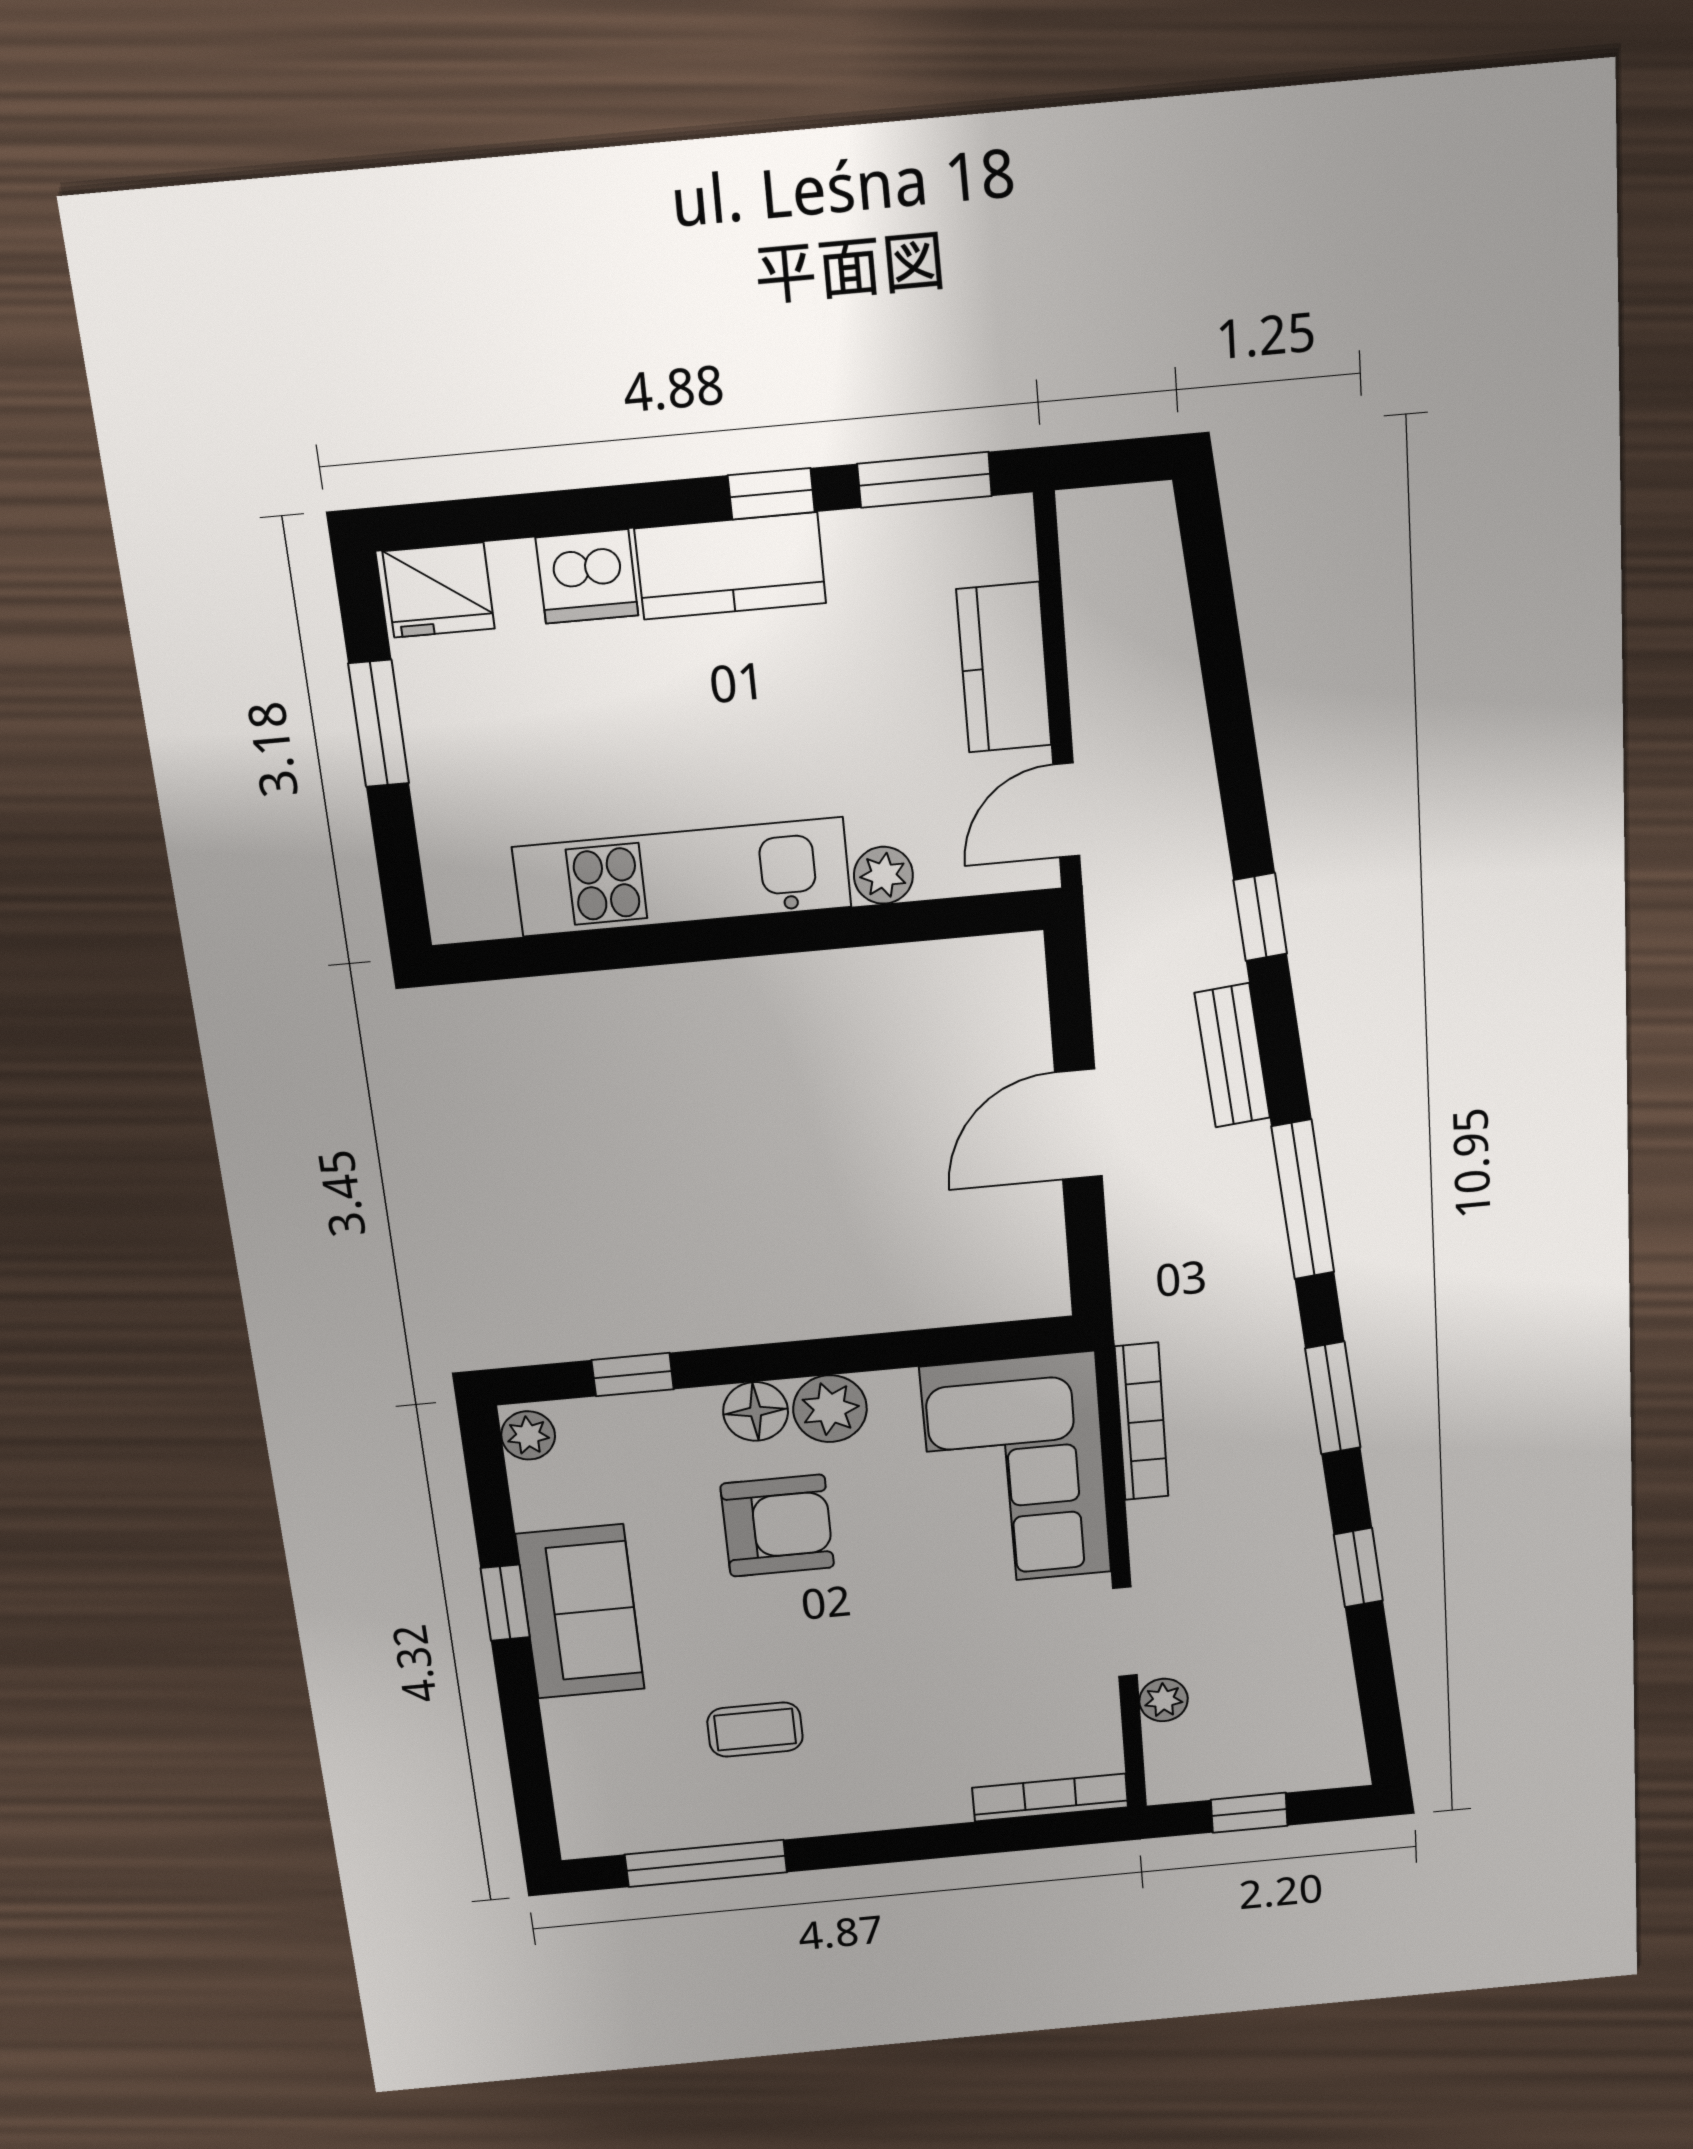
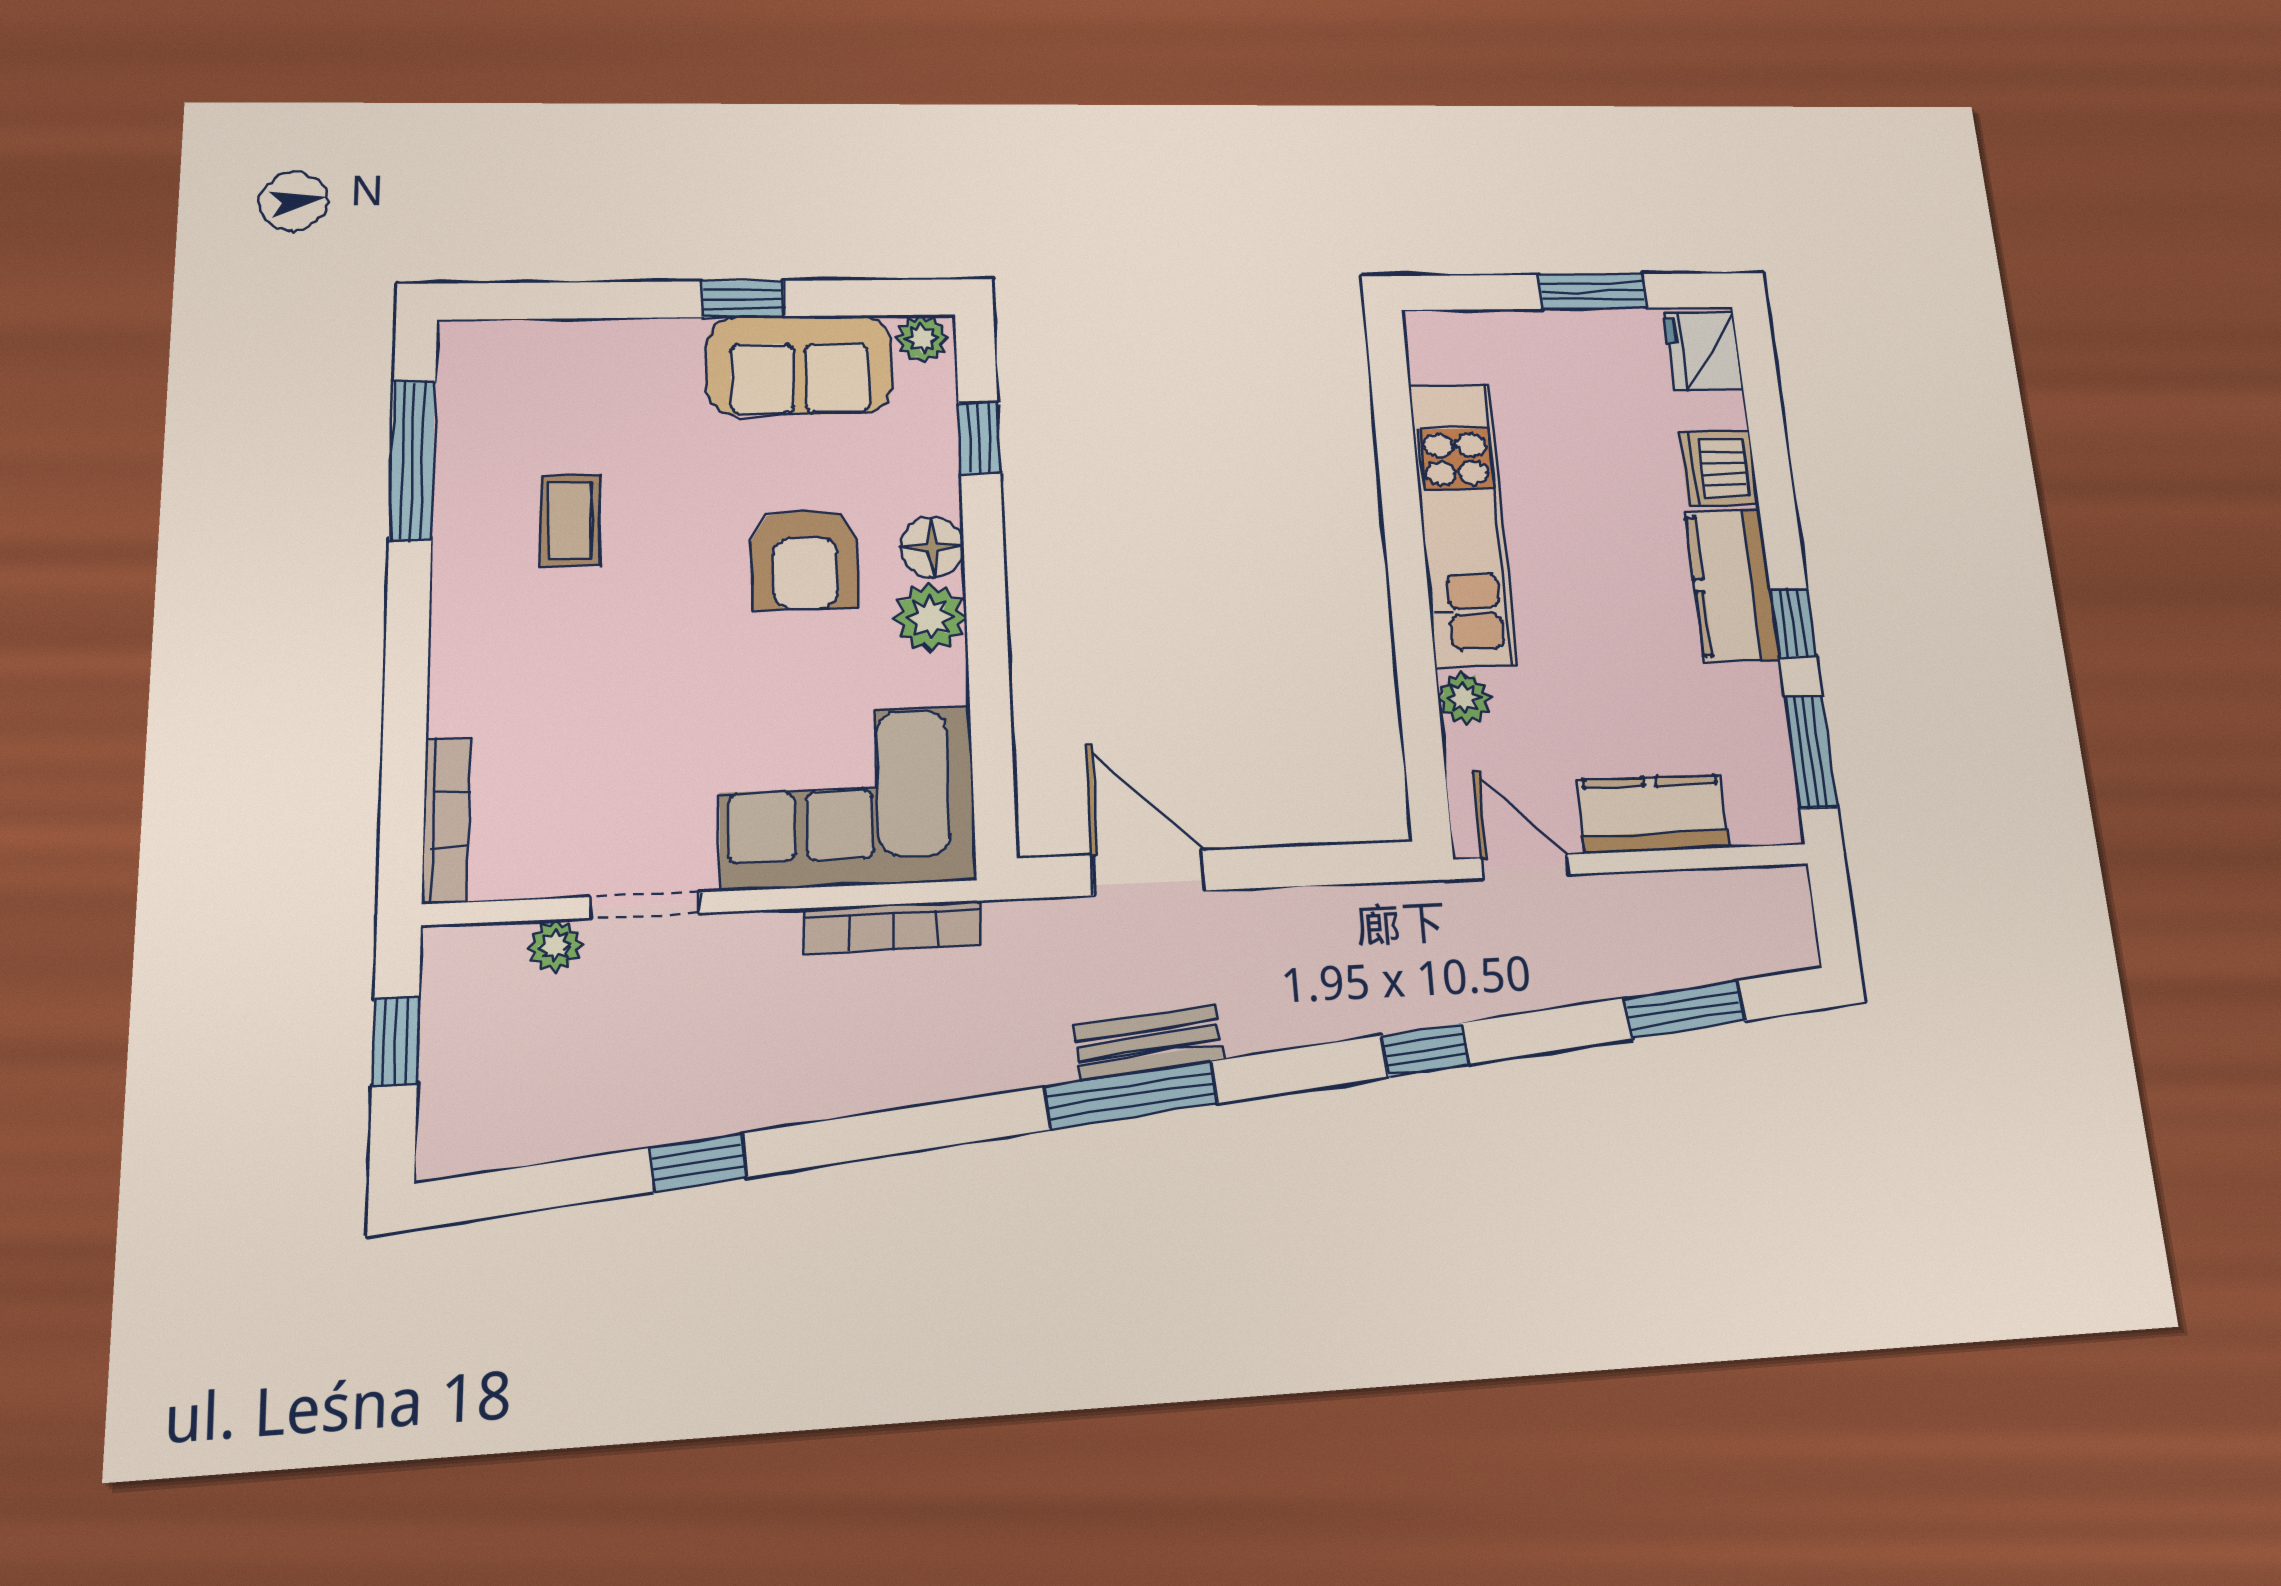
bench: (1232, 1056) -> (1149, 1043), moved
door: (1078, 1124) -> (1148, 873), moved
window: (1333, 1398) -> (1685, 1009), moved
sofa: (580, 1612) -> (799, 365), moved

